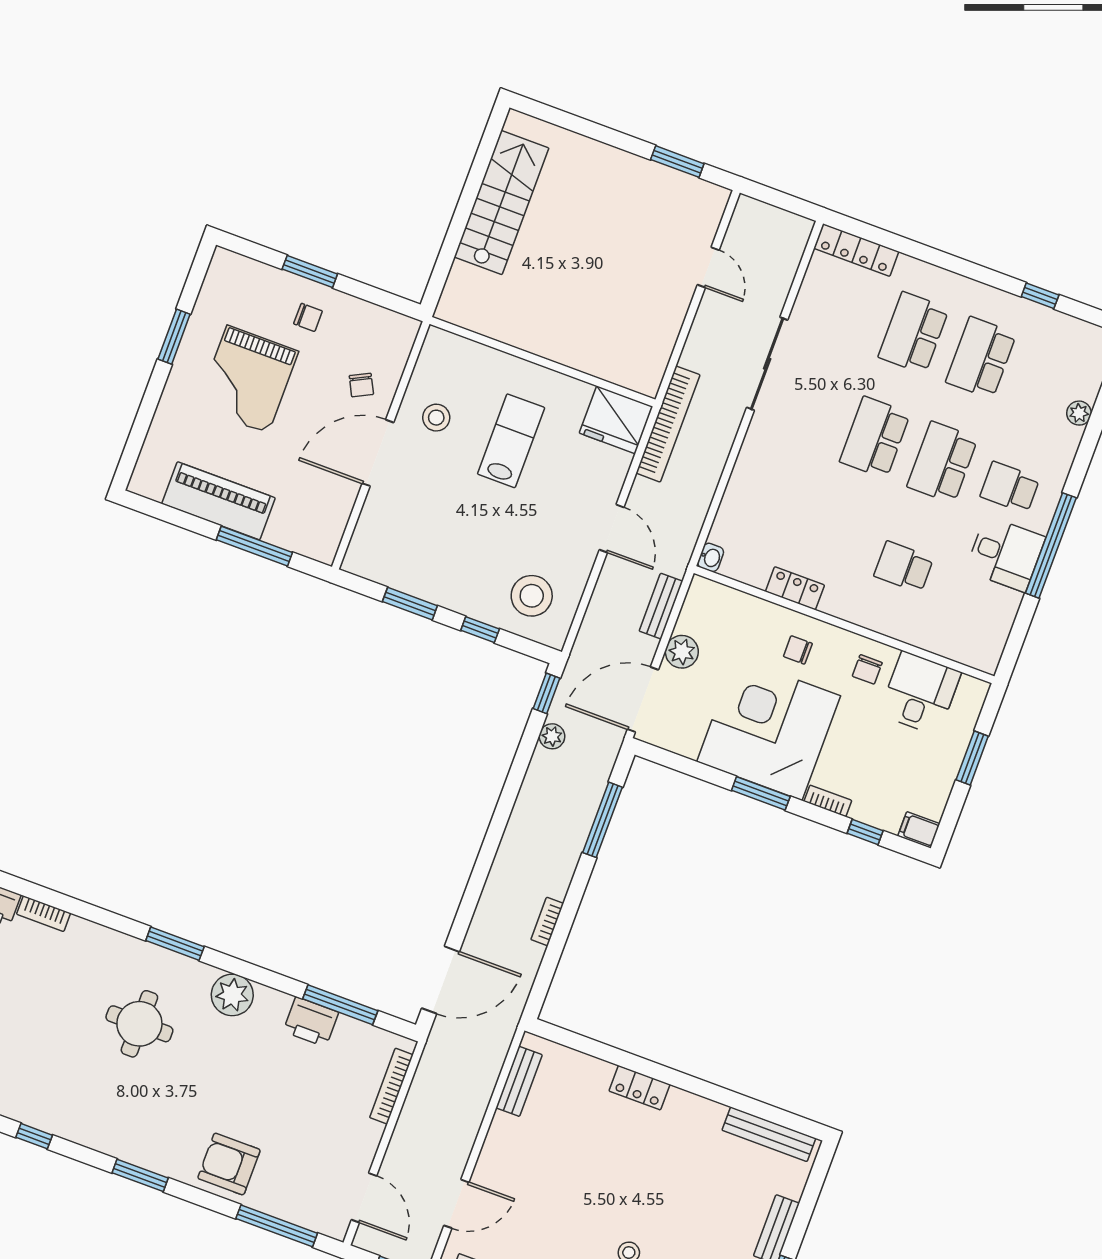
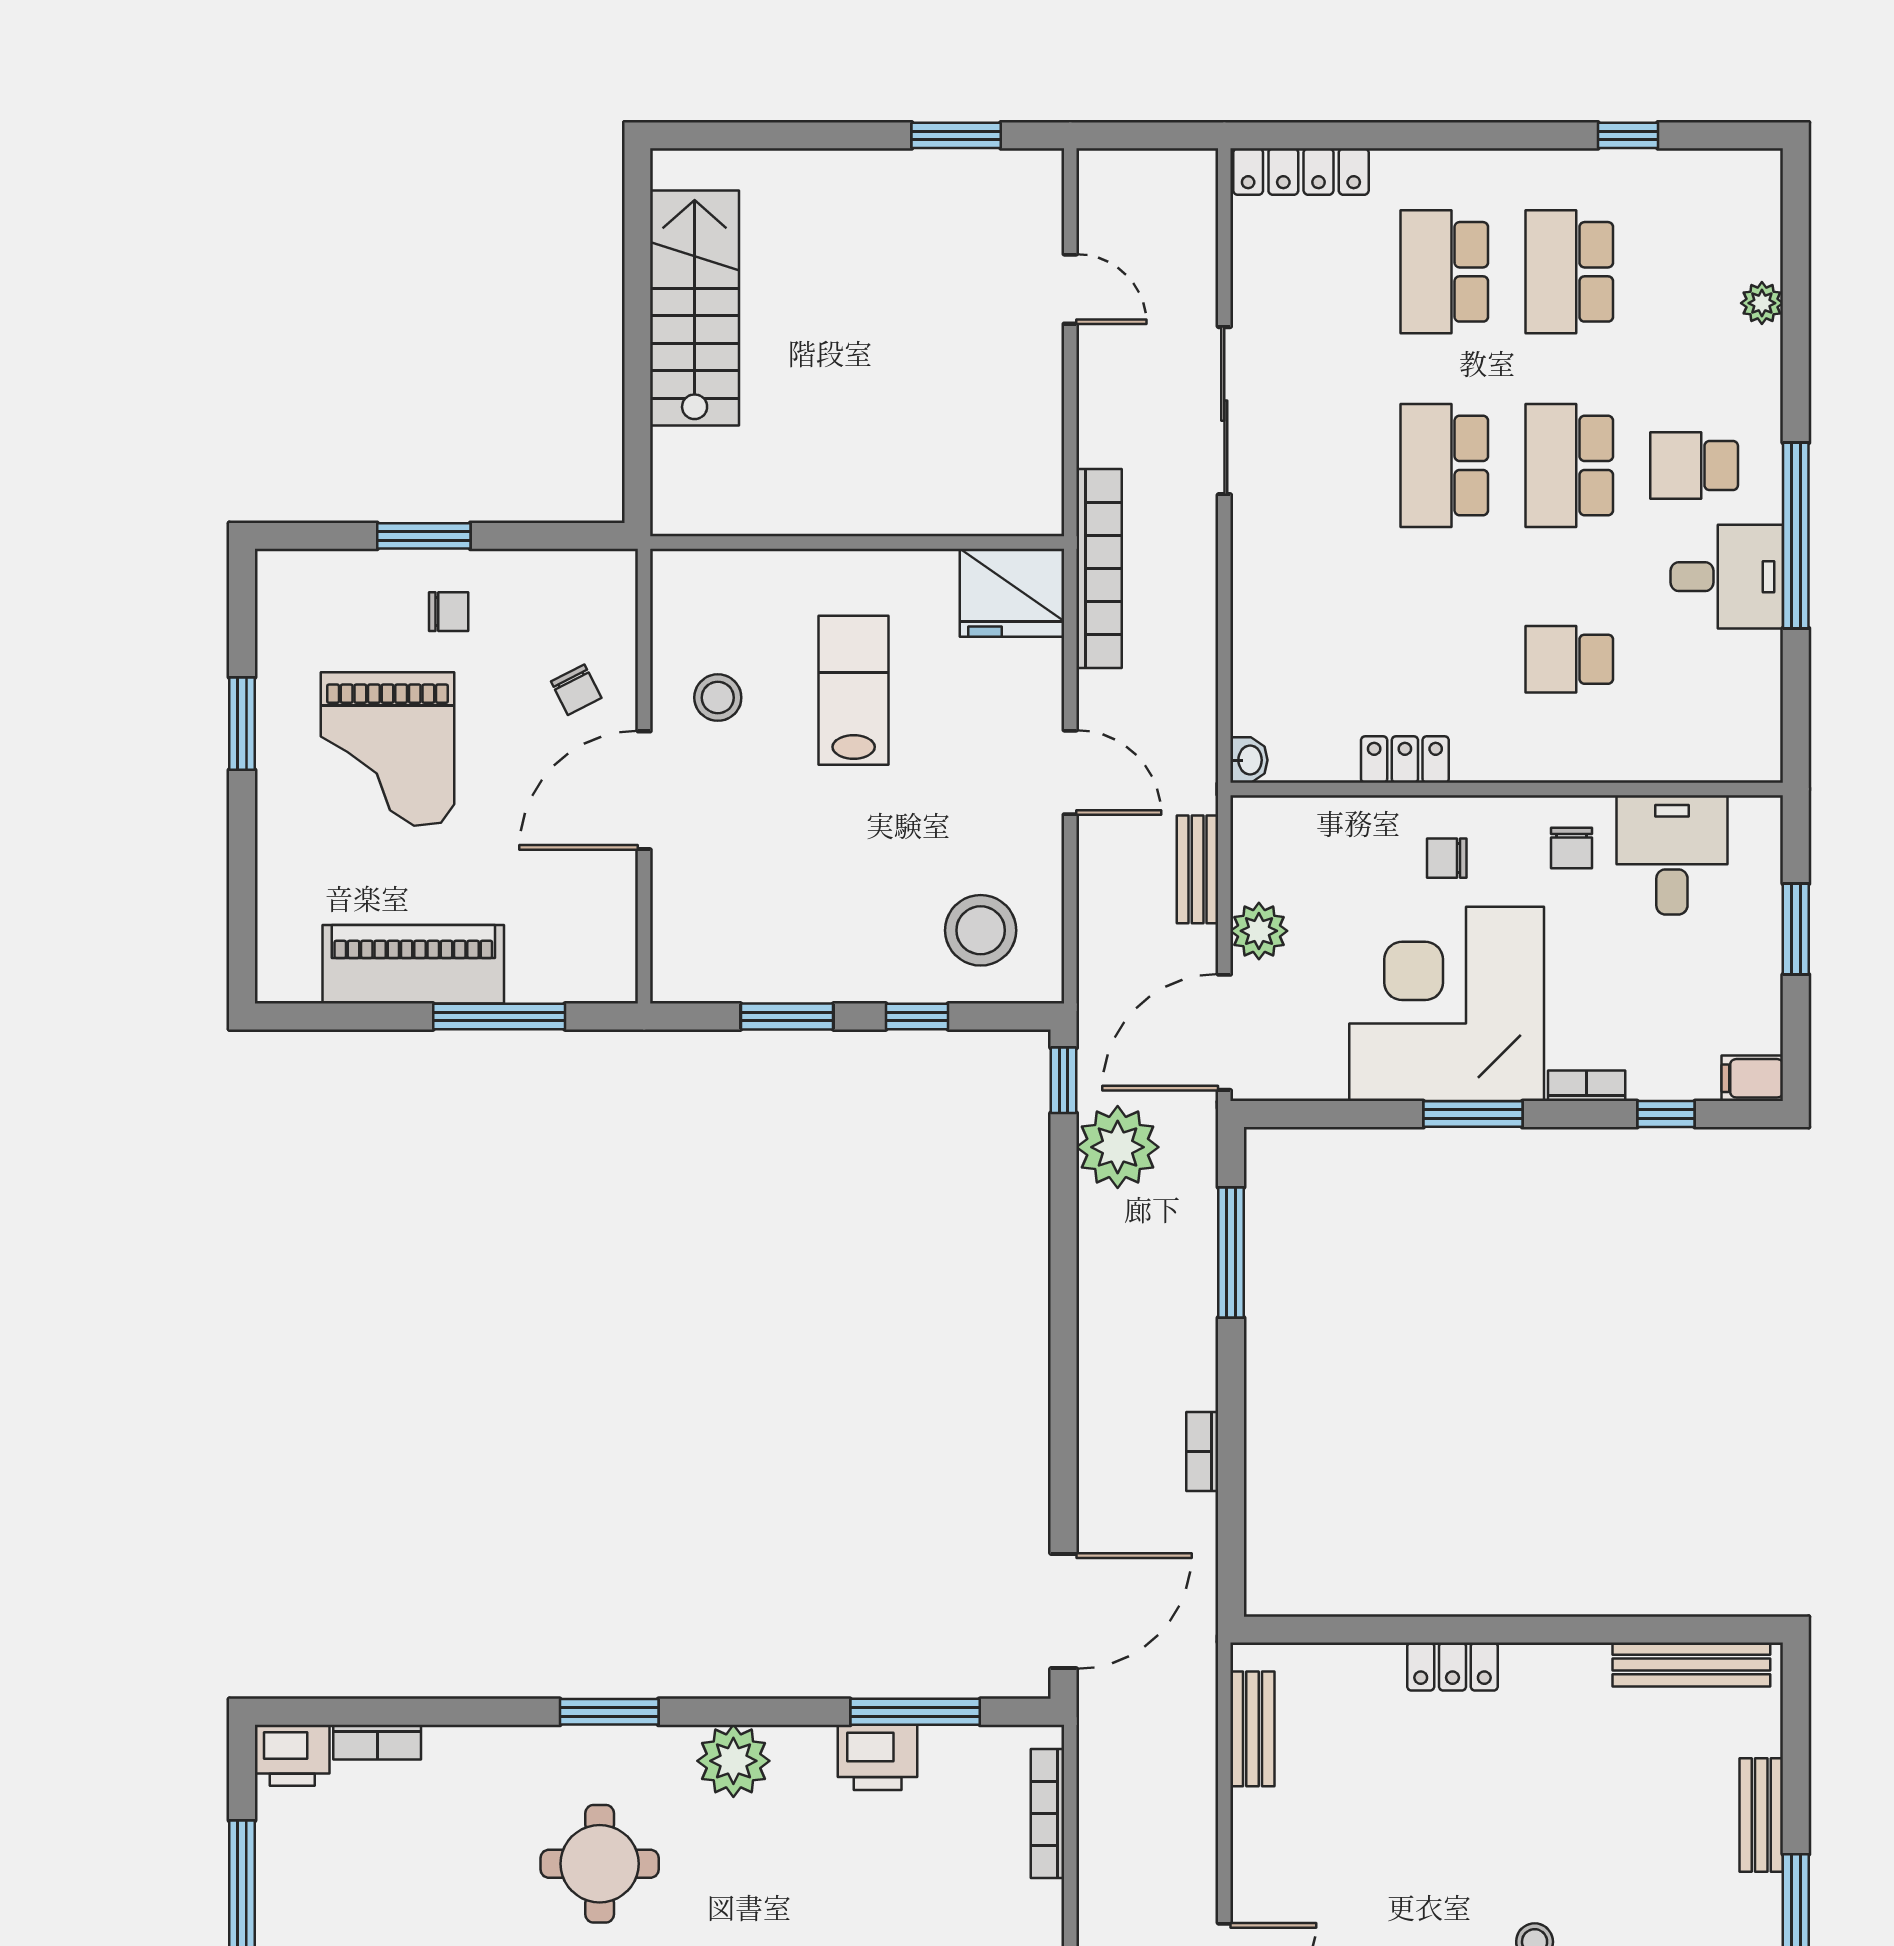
plant: (552, 736) -> (1118, 1147), width x1.87, depth x1.87

